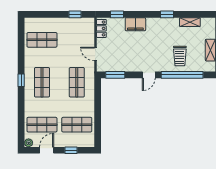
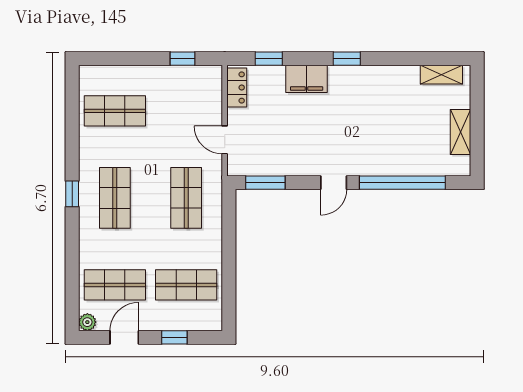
window: (167, 14) -> (347, 59), moved
shelving: (190, 22) -> (441, 75), moved
trolley: (180, 56) -> (398, 144), removed

